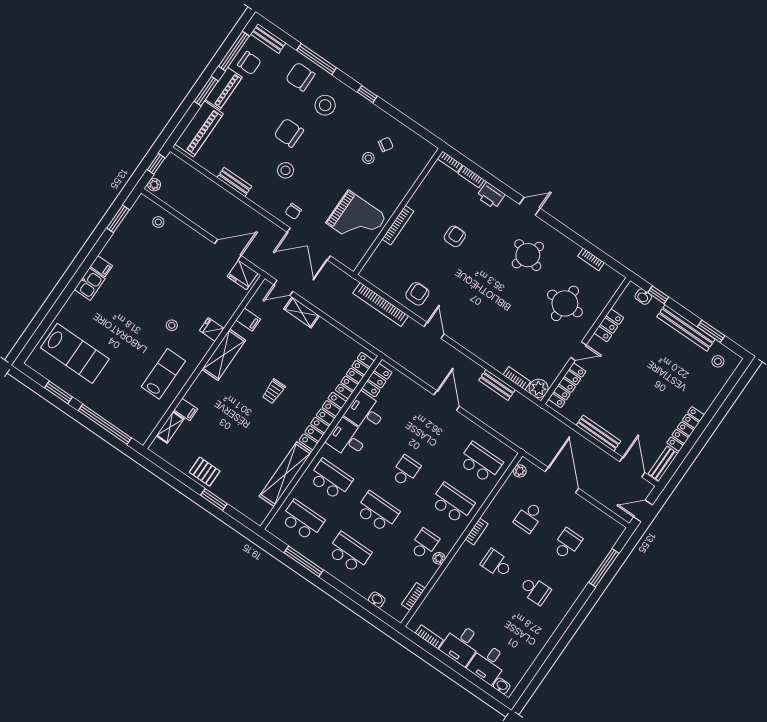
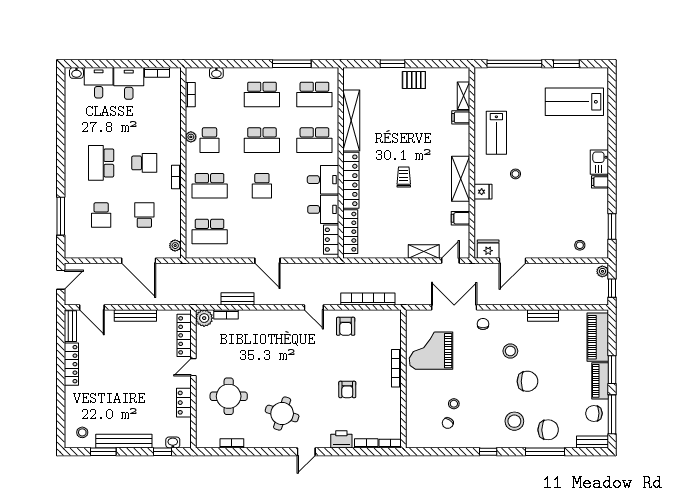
school desk: (535, 590) -> (101, 163), width x1.85

